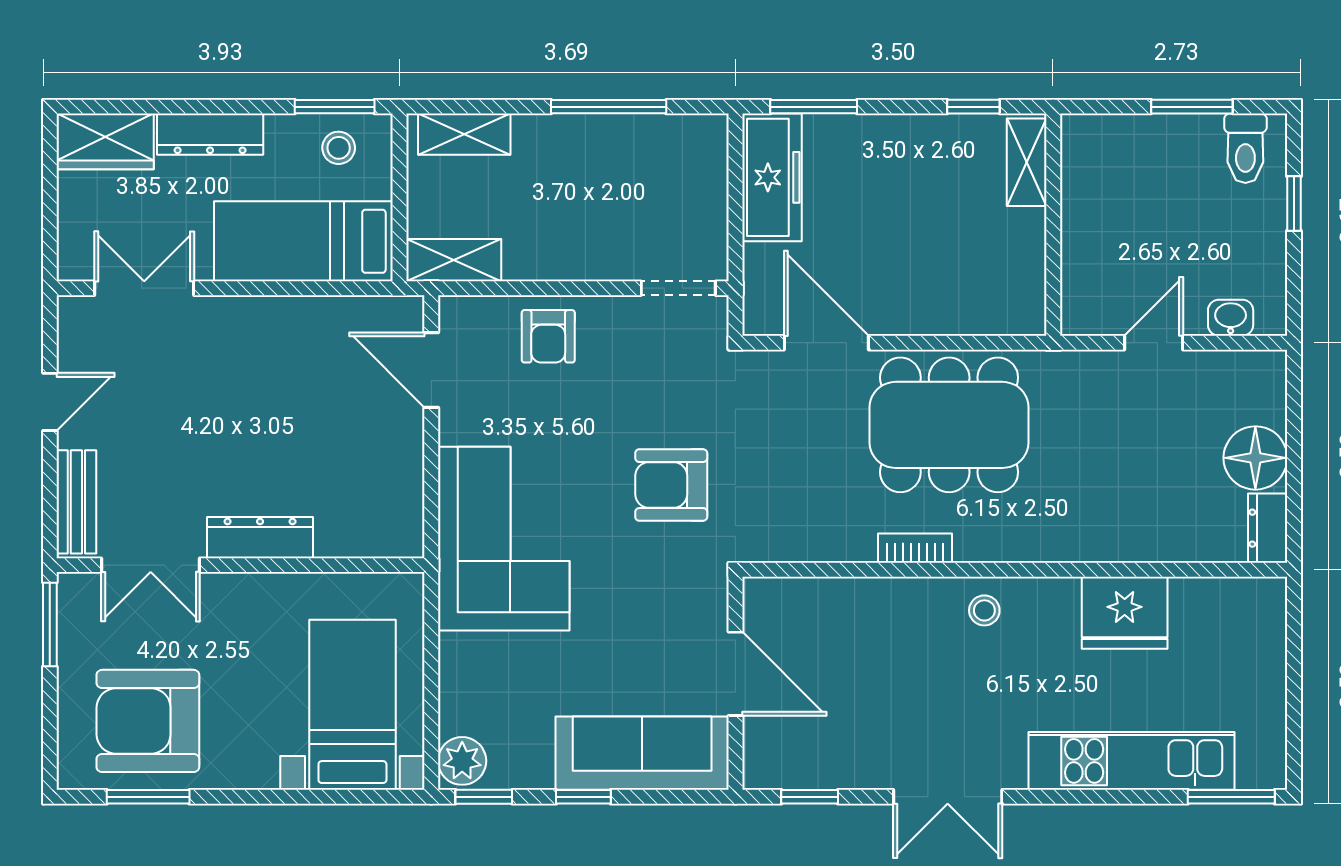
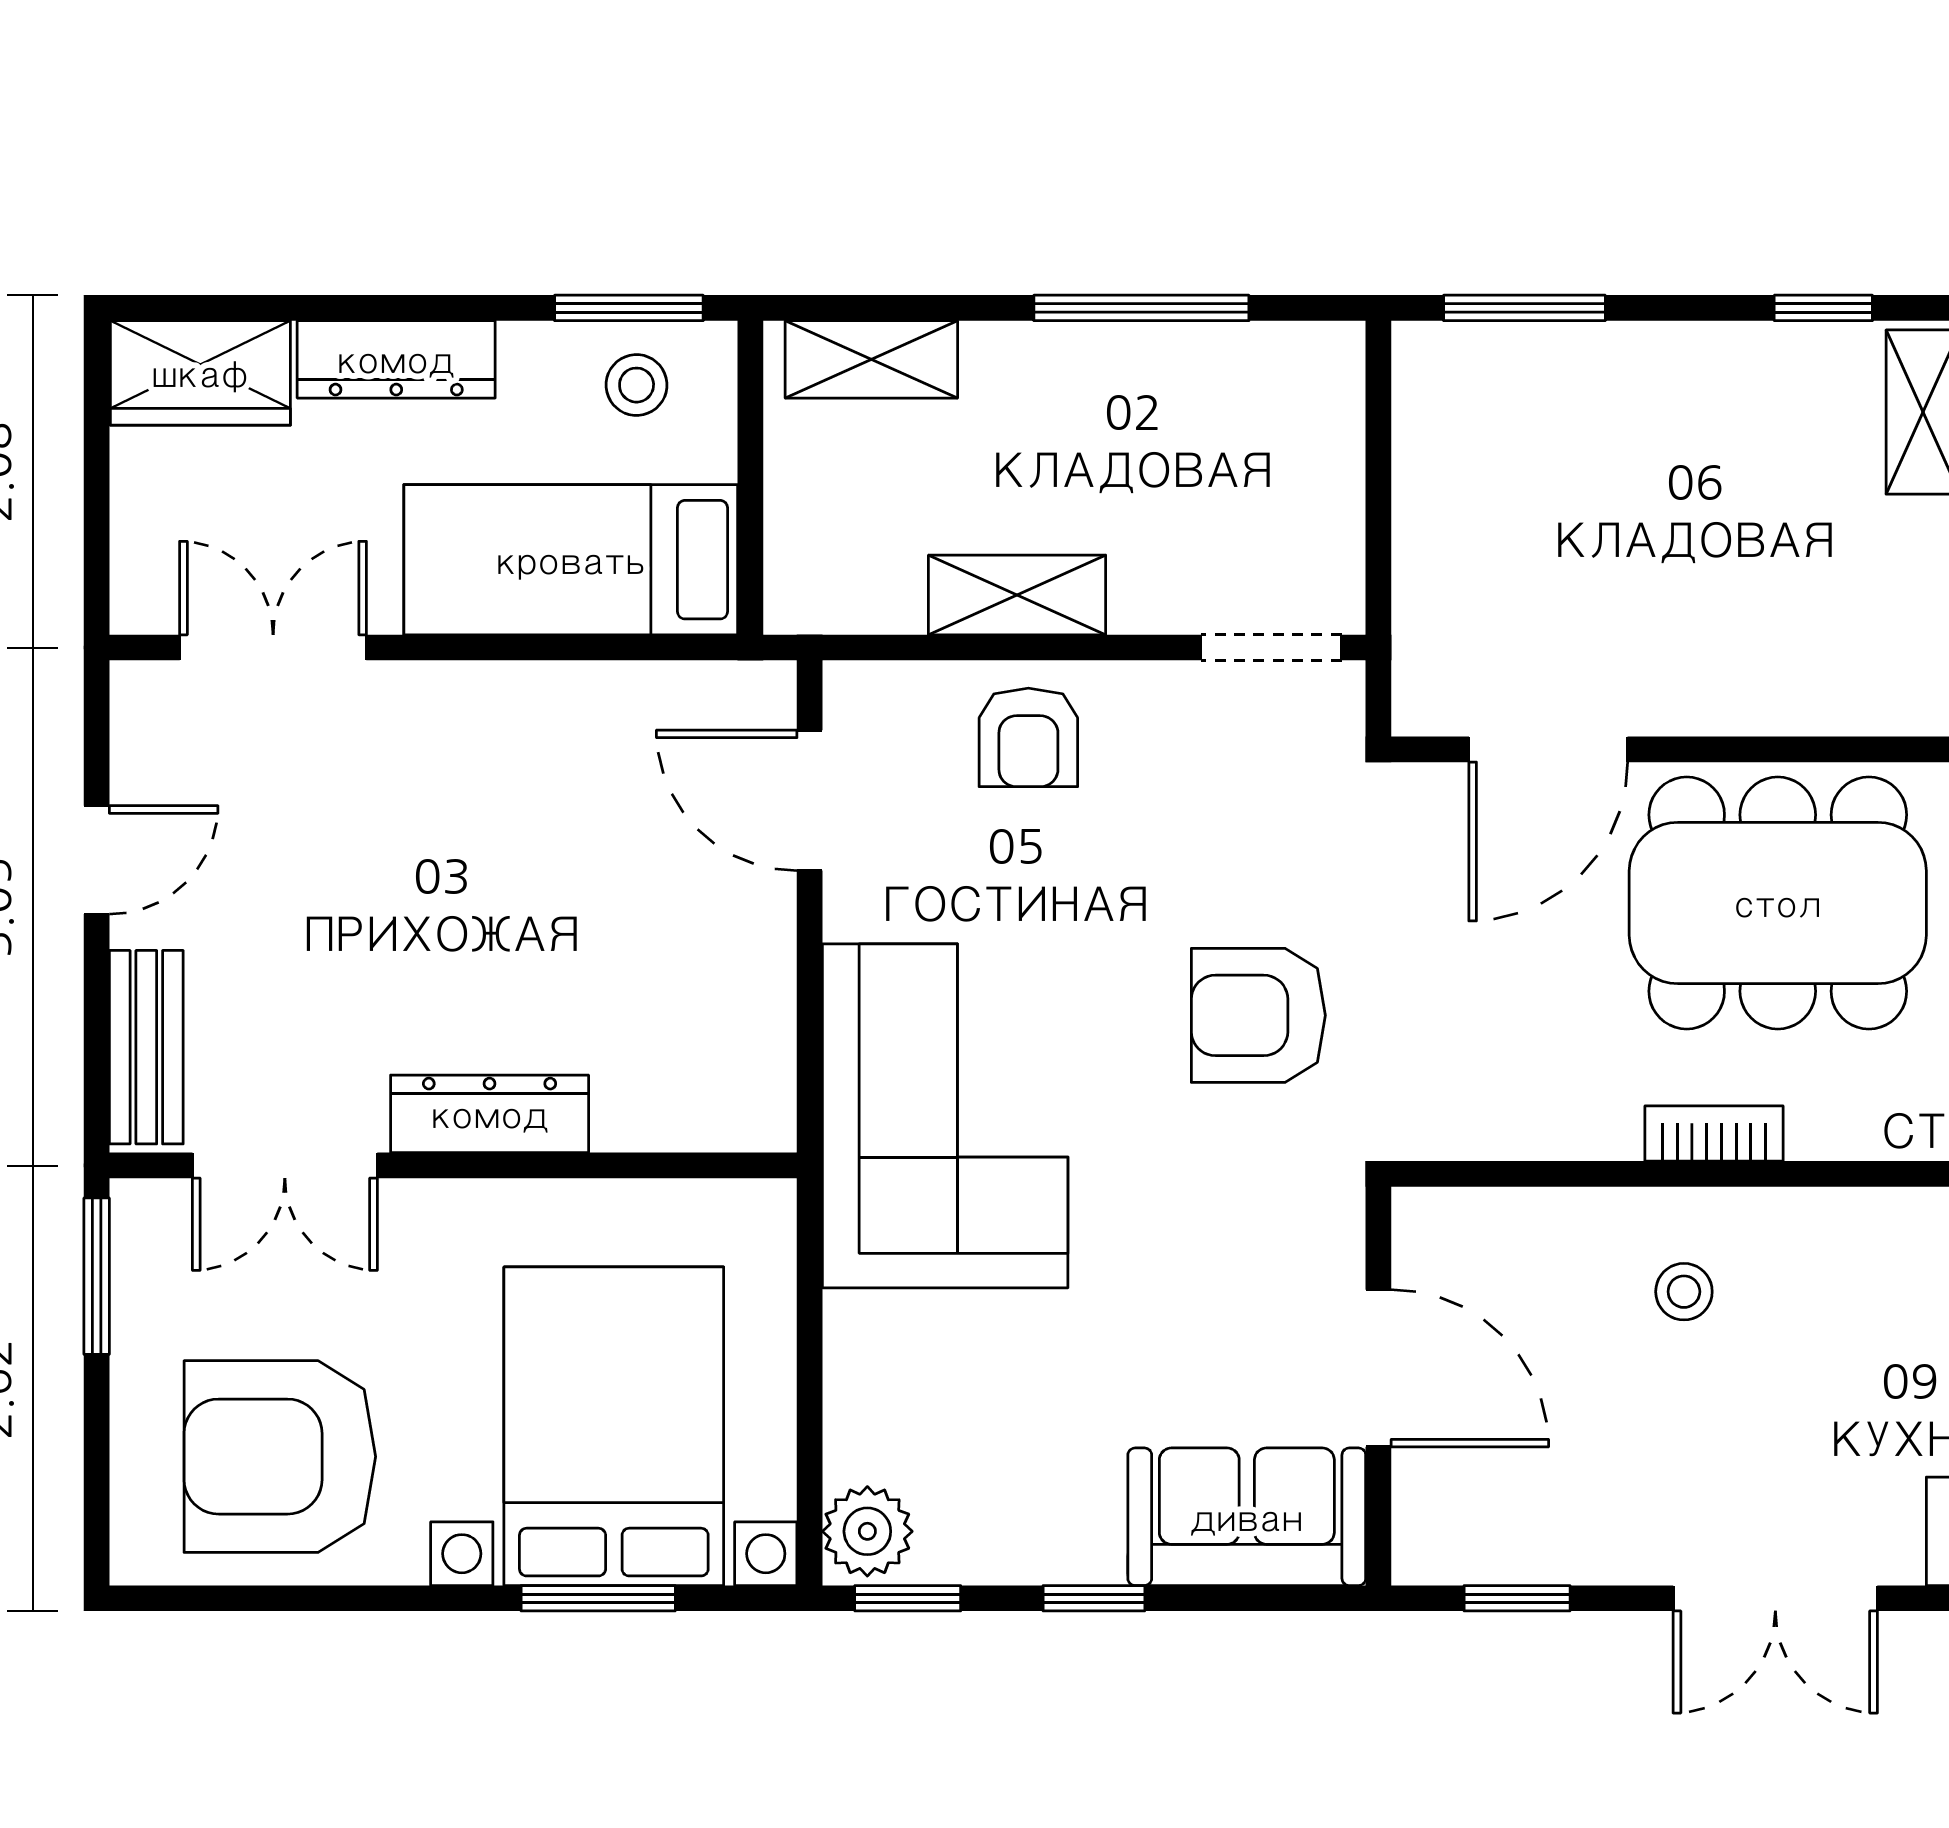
freezer: (772, 177) -> (1447, 440), removed
shelving: (454, 260) -> (1017, 595), moved
door: (826, 343) -> (1548, 749), swing flipped
stool: (984, 610) -> (1684, 1292), moved
bed with nightstands: (352, 705) -> (614, 1426), width x1.36
sofa: (642, 753) -> (1247, 1517), width x0.73
window: (148, 797) -> (598, 1598), moved

